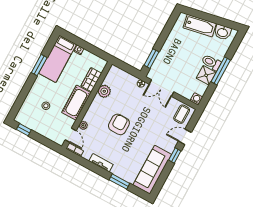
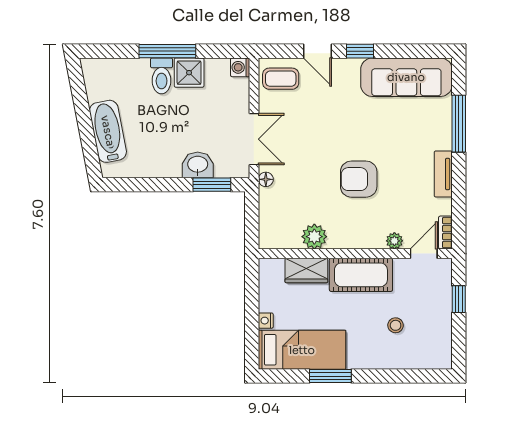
washbasin: (223, 32) -> (198, 165), moved, turned -79
window: (24, 130) -> (459, 299), moved
window: (119, 182) -> (459, 124), width x1.44

